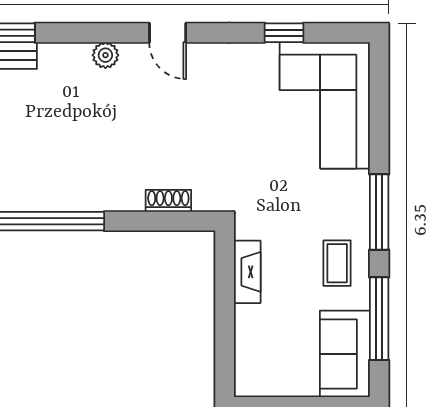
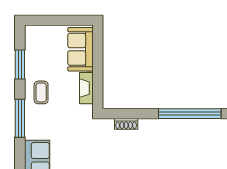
window: (379, 319) -> (20, 64), width x0.69
sofa: (345, 354) -> (80, 49), moved, turned 180

